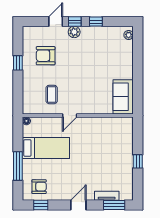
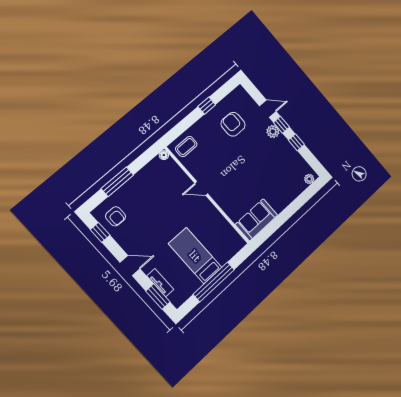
coffee table: (52, 94) -> (186, 147), moved
bed: (46, 148) -> (195, 256), moved, turned 180
window: (138, 161) -> (214, 282), width x3.17

